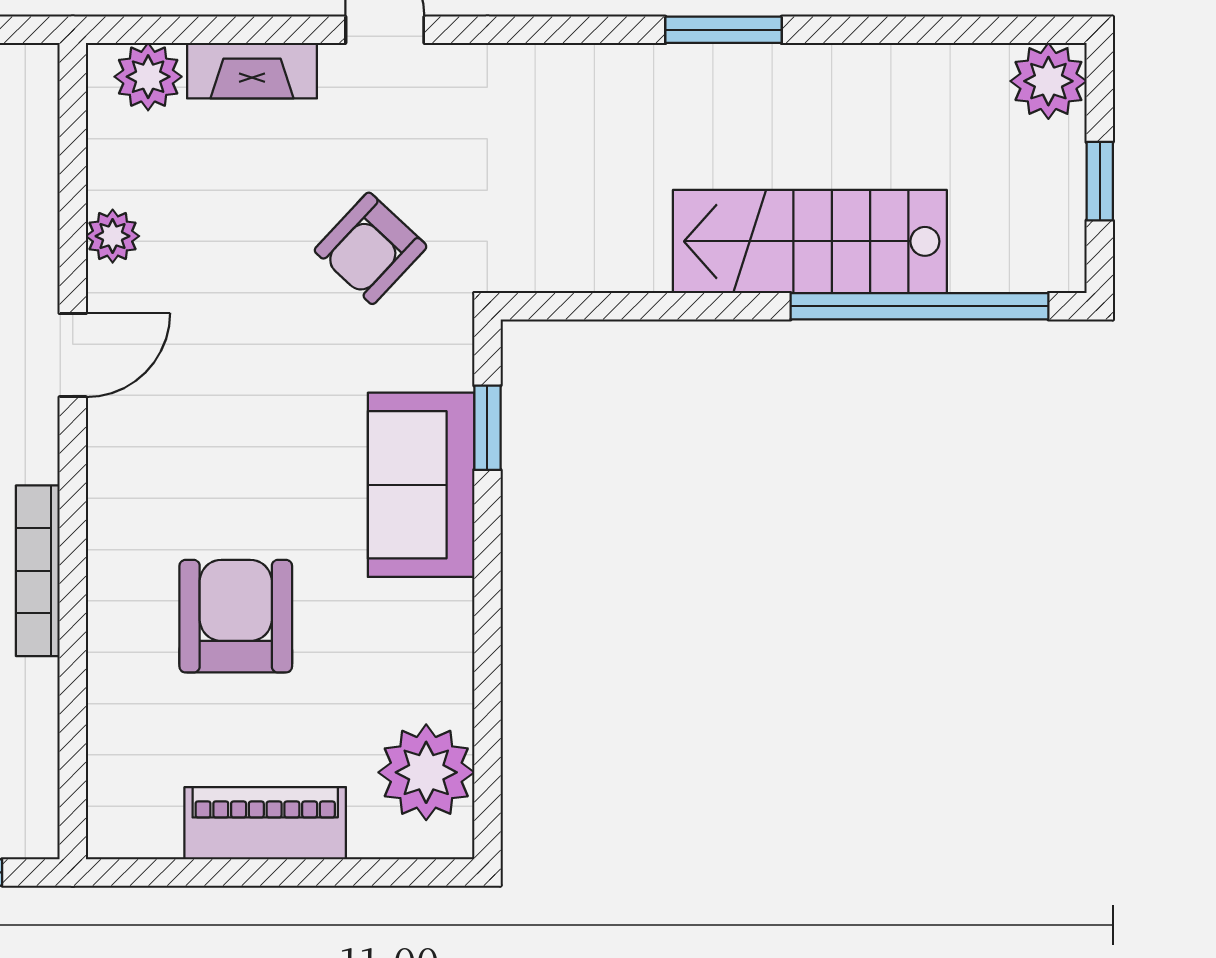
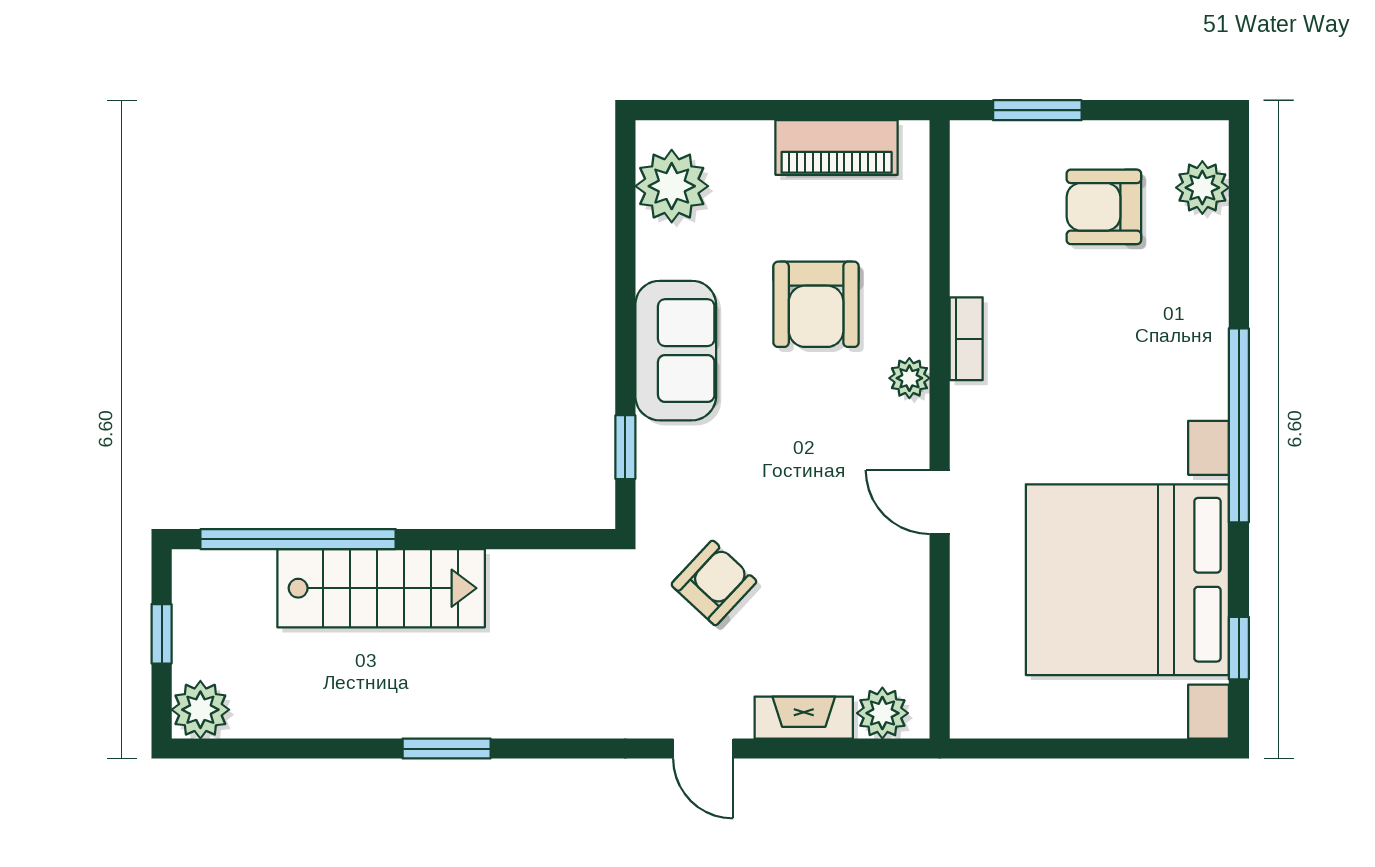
plant: (113, 236) -> (909, 378), moved
door: (73, 355) -> (940, 502), hinge flipped
sofa: (421, 485) -> (676, 351), moved
bookcase: (38, 571) -> (966, 339), width x0.64
piano: (265, 823) -> (837, 148), moved

